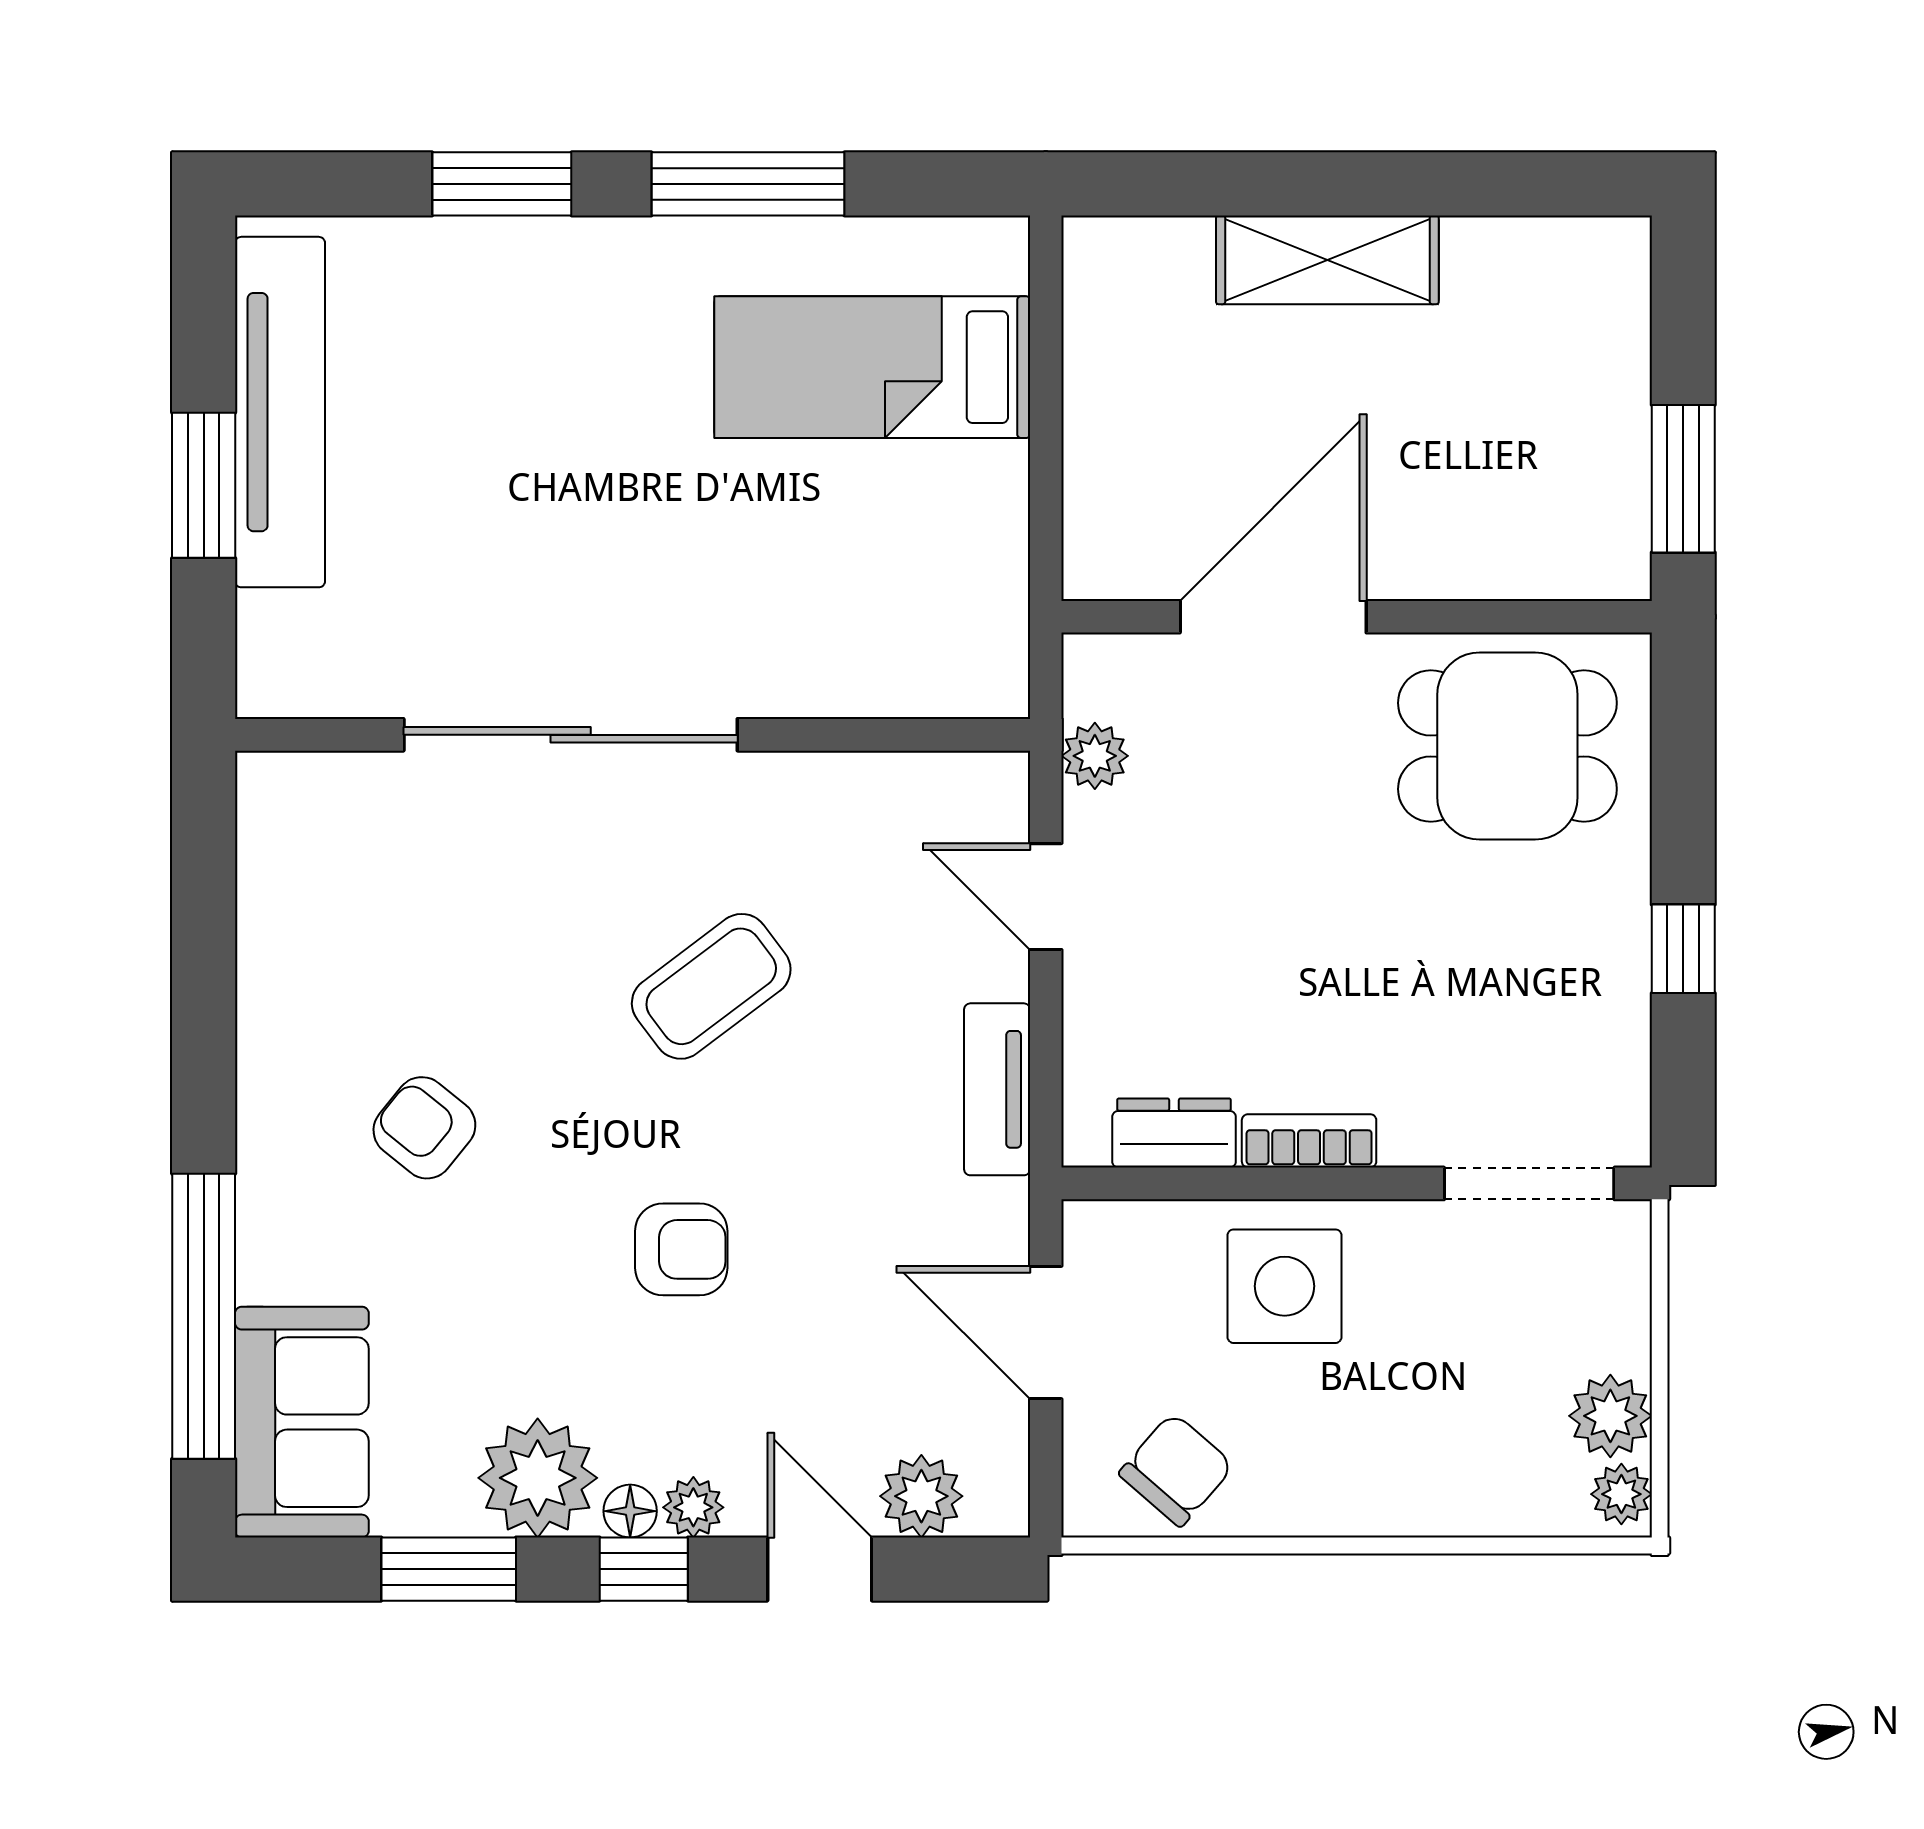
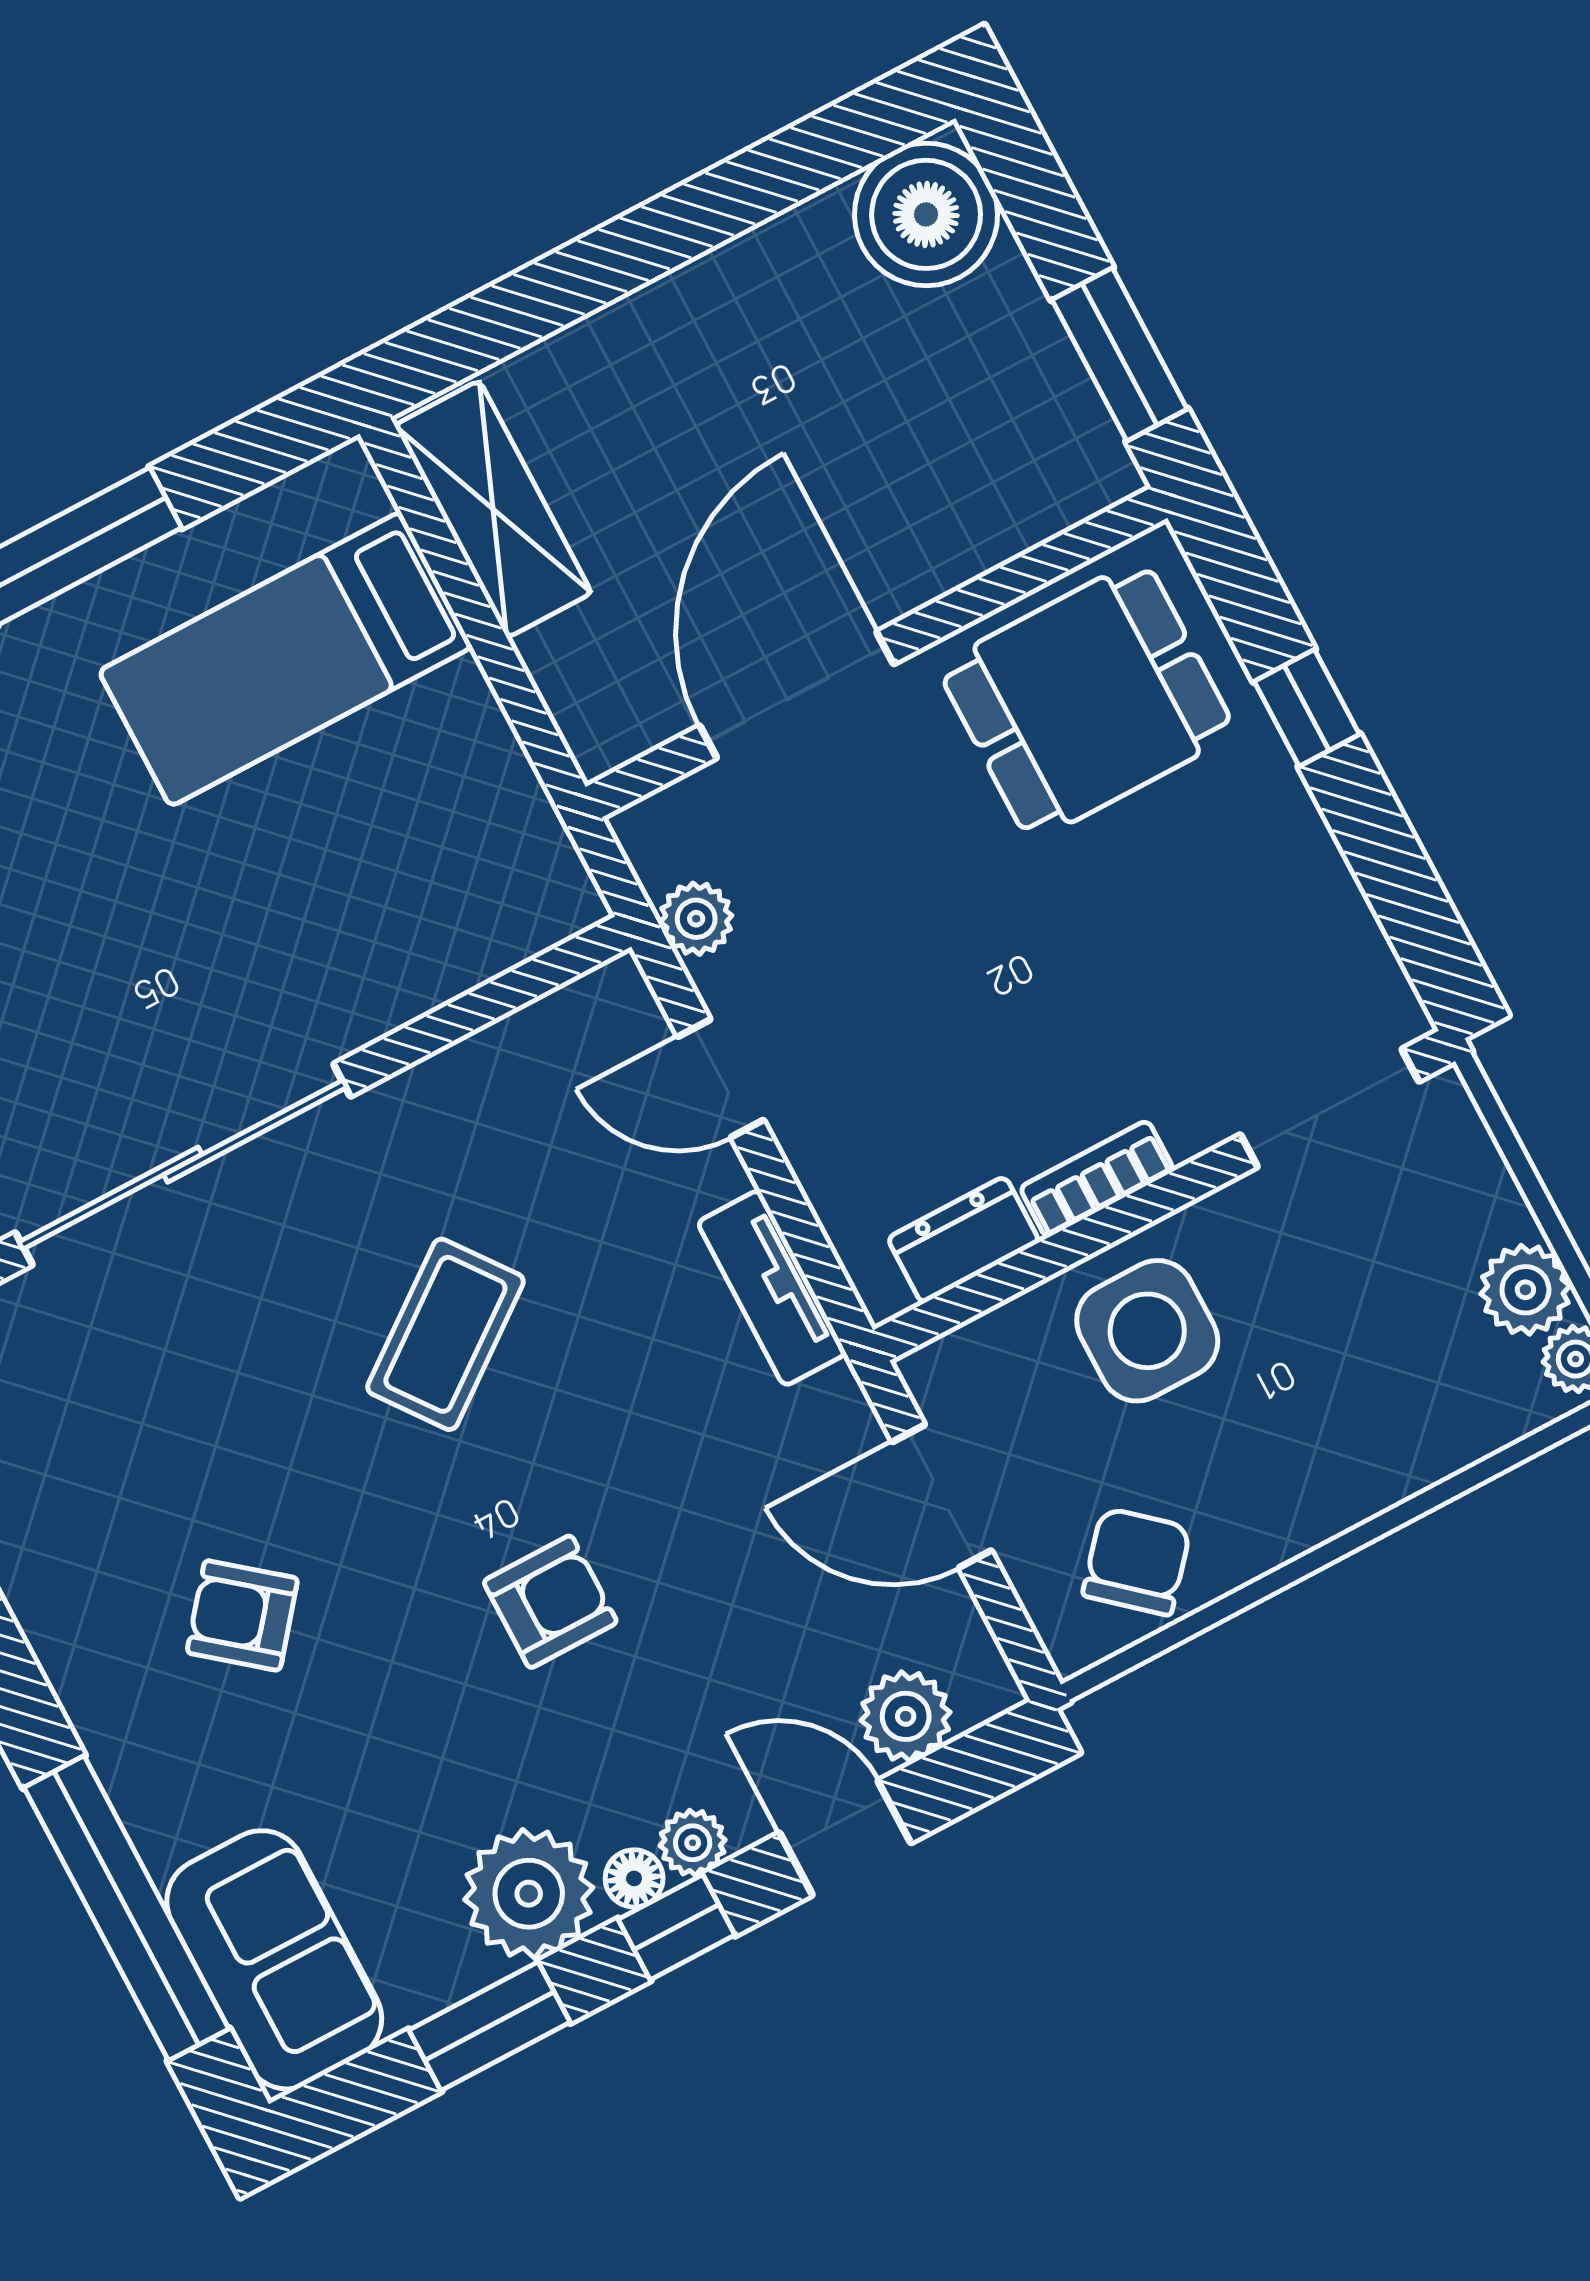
shelving: (1327, 260) -> (493, 509), moved, turned 90
boiler: (1586, 281) -> (926, 214), added
window: (1683, 949) -> (1307, 708), moved

